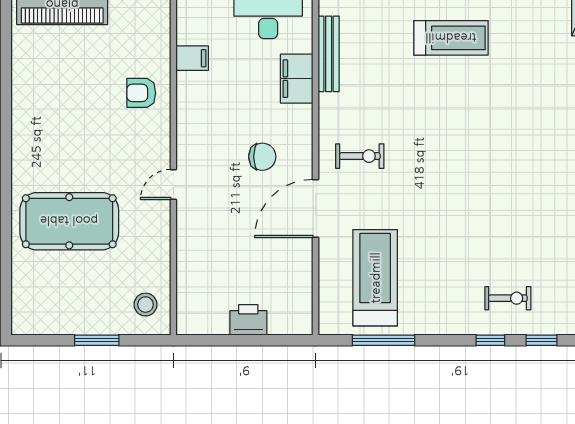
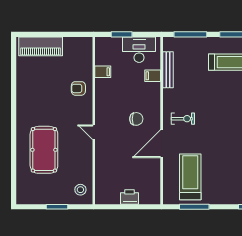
filing cabinet: (297, 79) -> (153, 76), width x0.50
door: (173, 185) -> (94, 132), hinge flipped
pool table: (69, 221) -> (44, 150), turned 90

